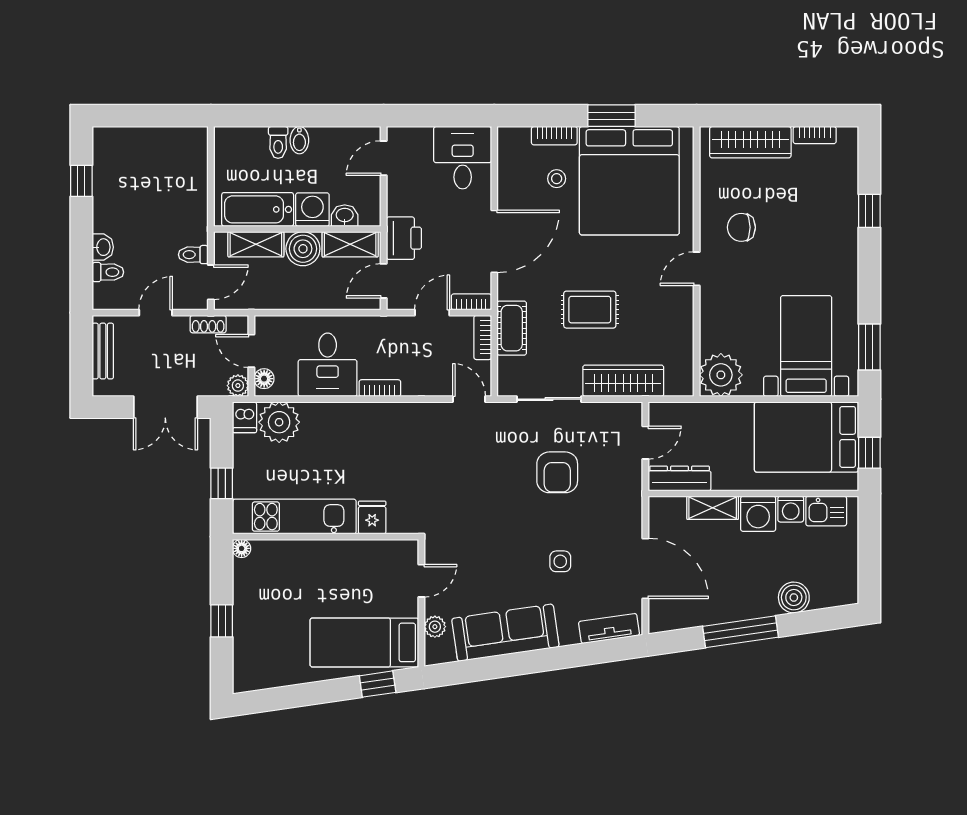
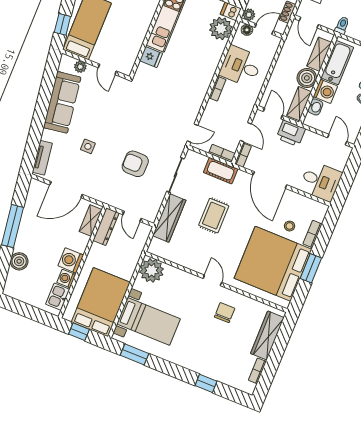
toilet: (193, 255) -> (342, 25), moved
shelving: (713, 508) -> (91, 221), moved

